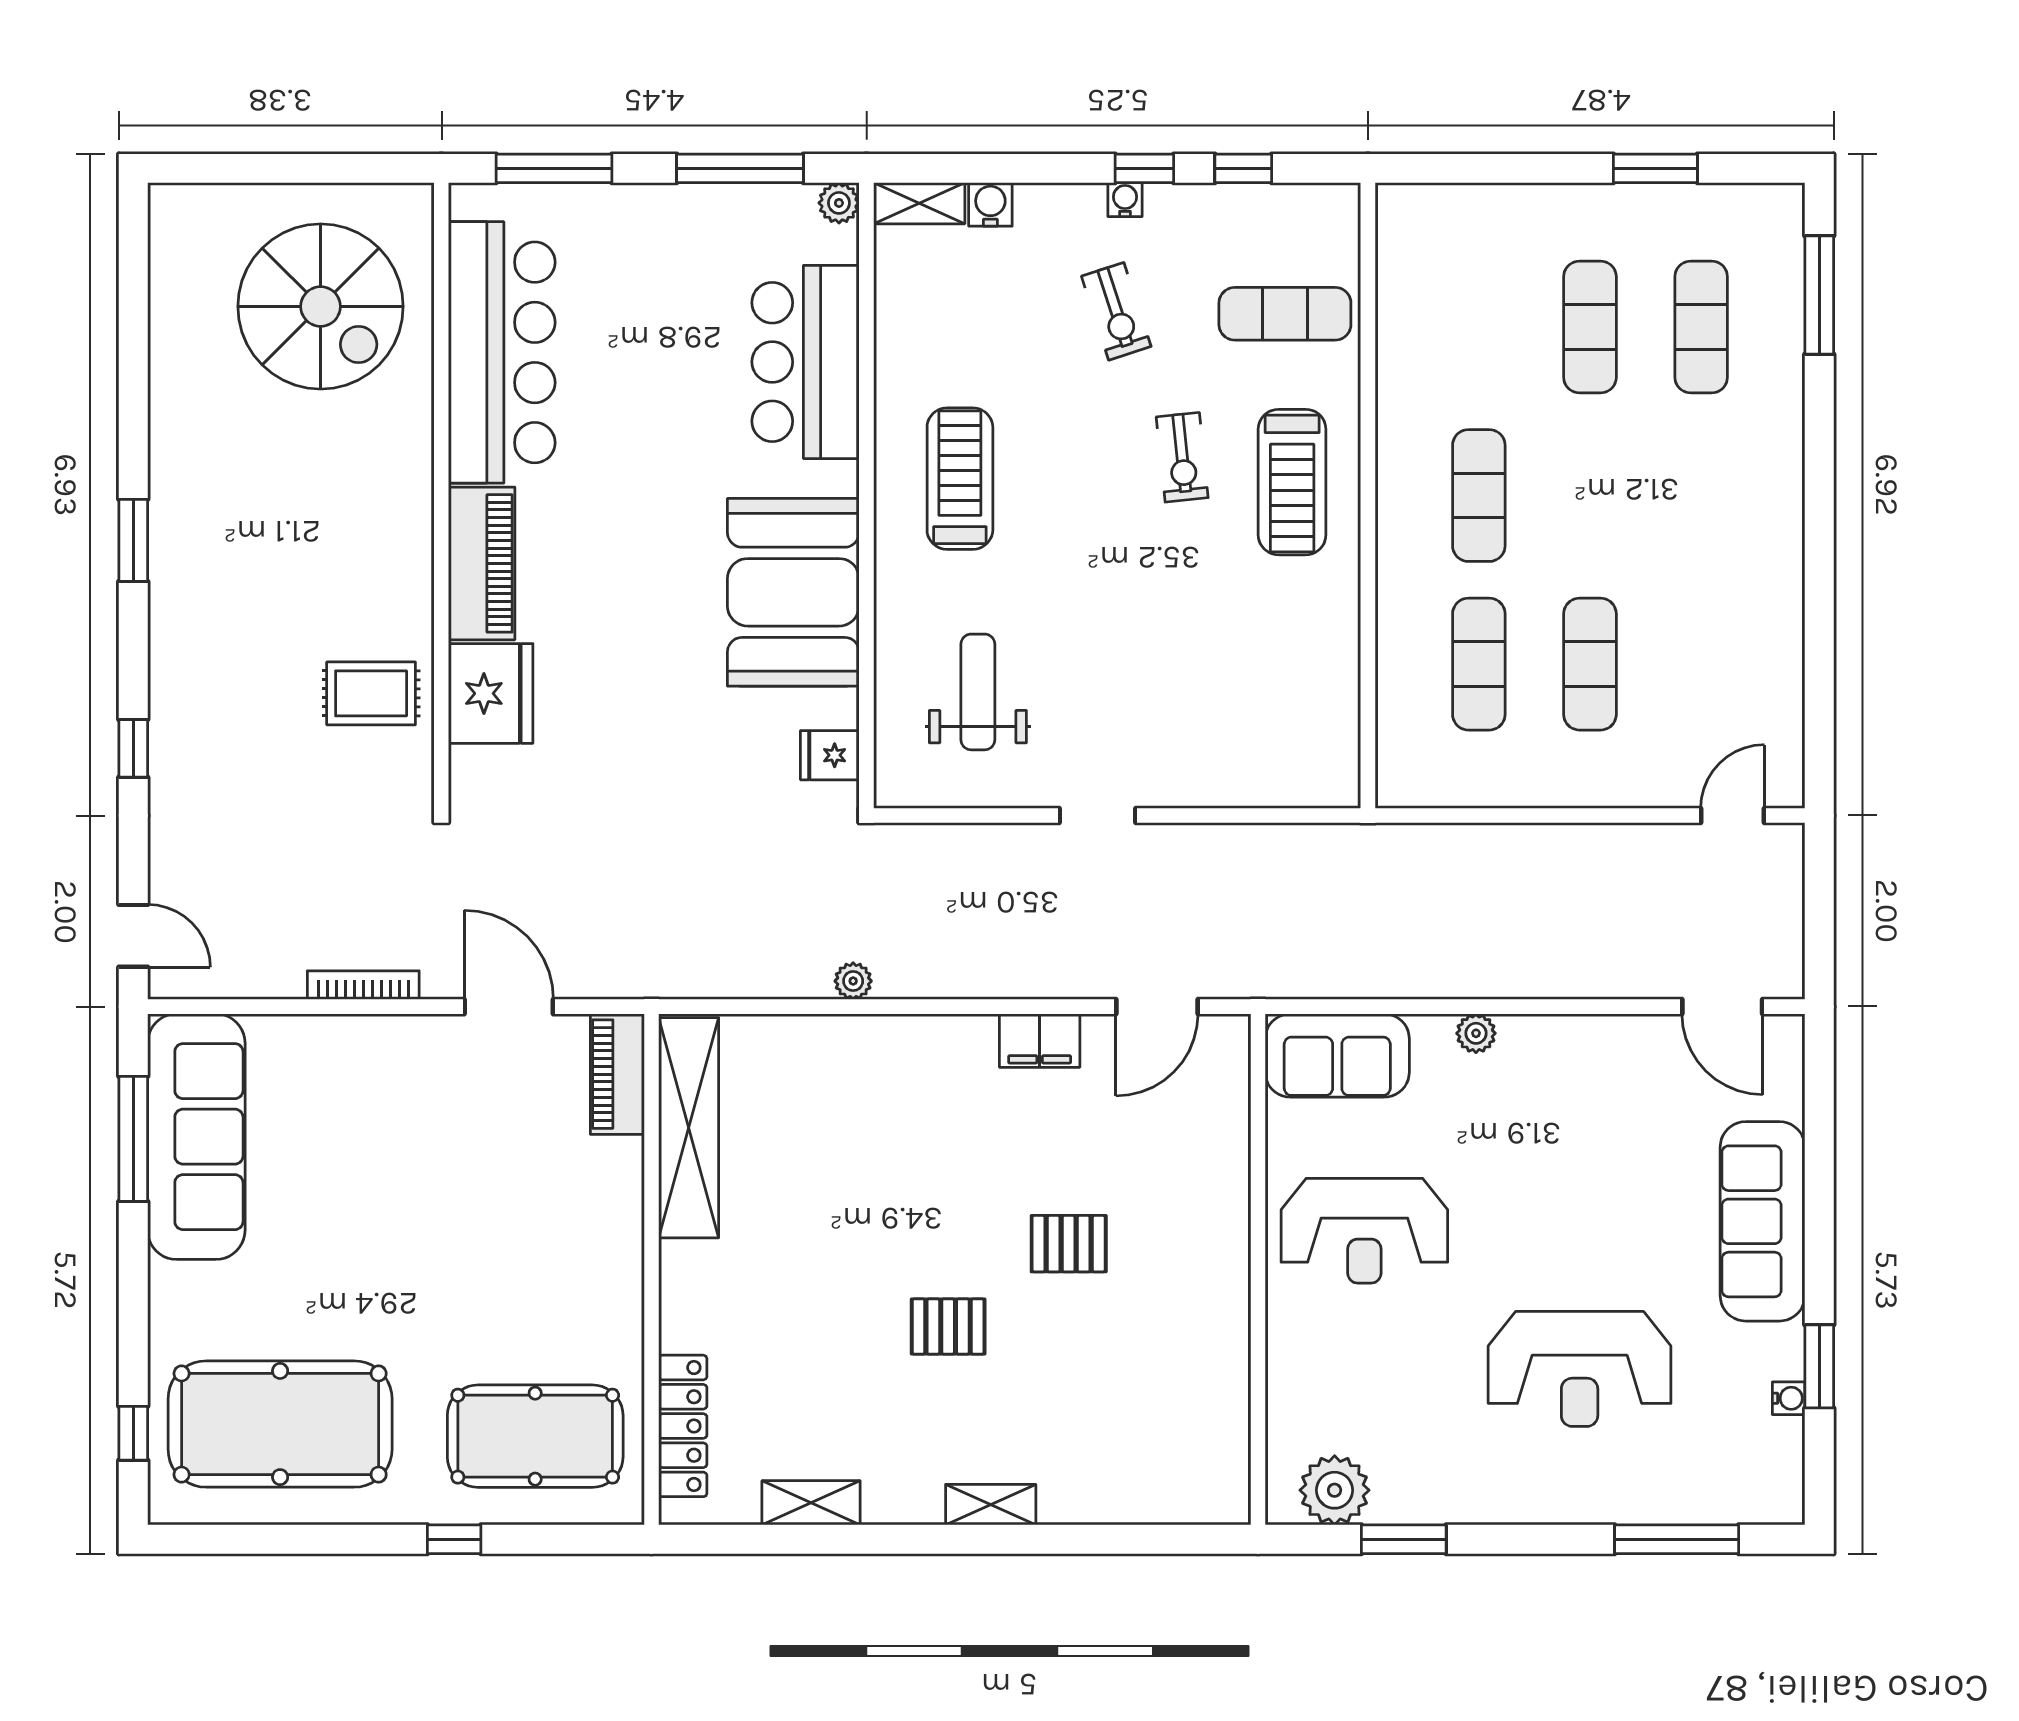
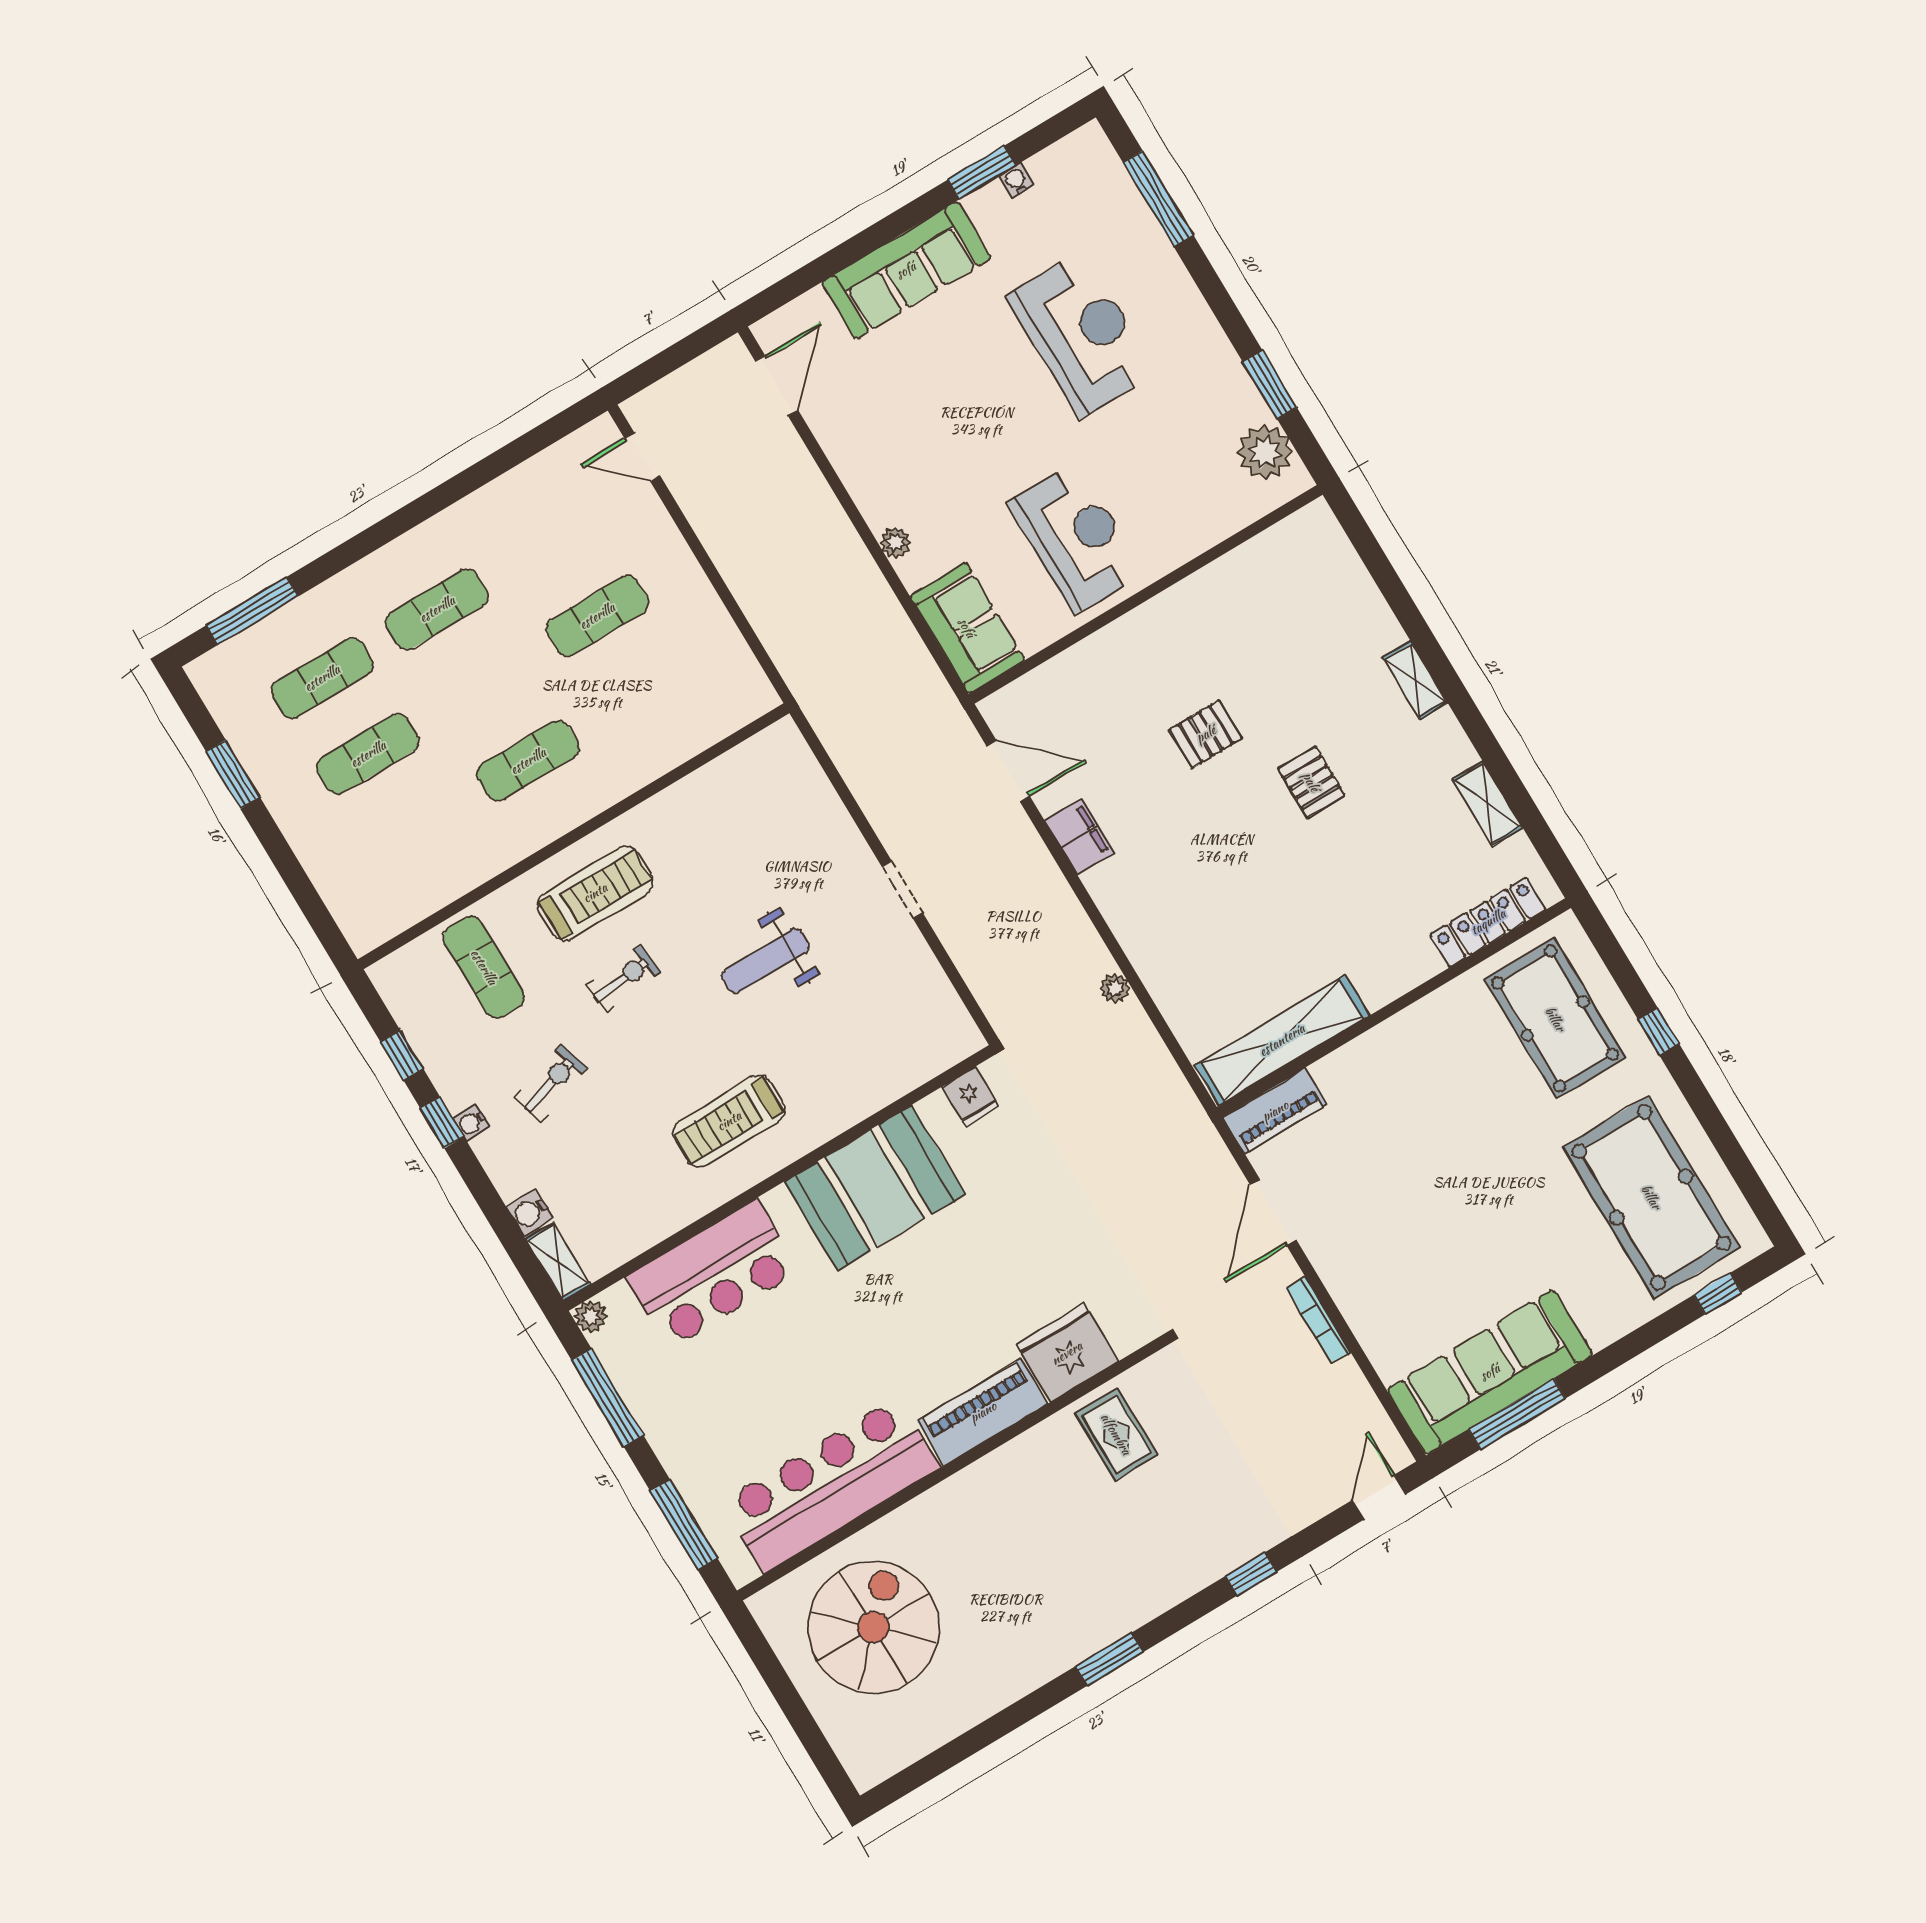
exercise mat: (1479, 664) -> (437, 609), moved
weight bench: (978, 692) -> (765, 961), moved
pallet: (1069, 1244) -> (1206, 734), turned 90

